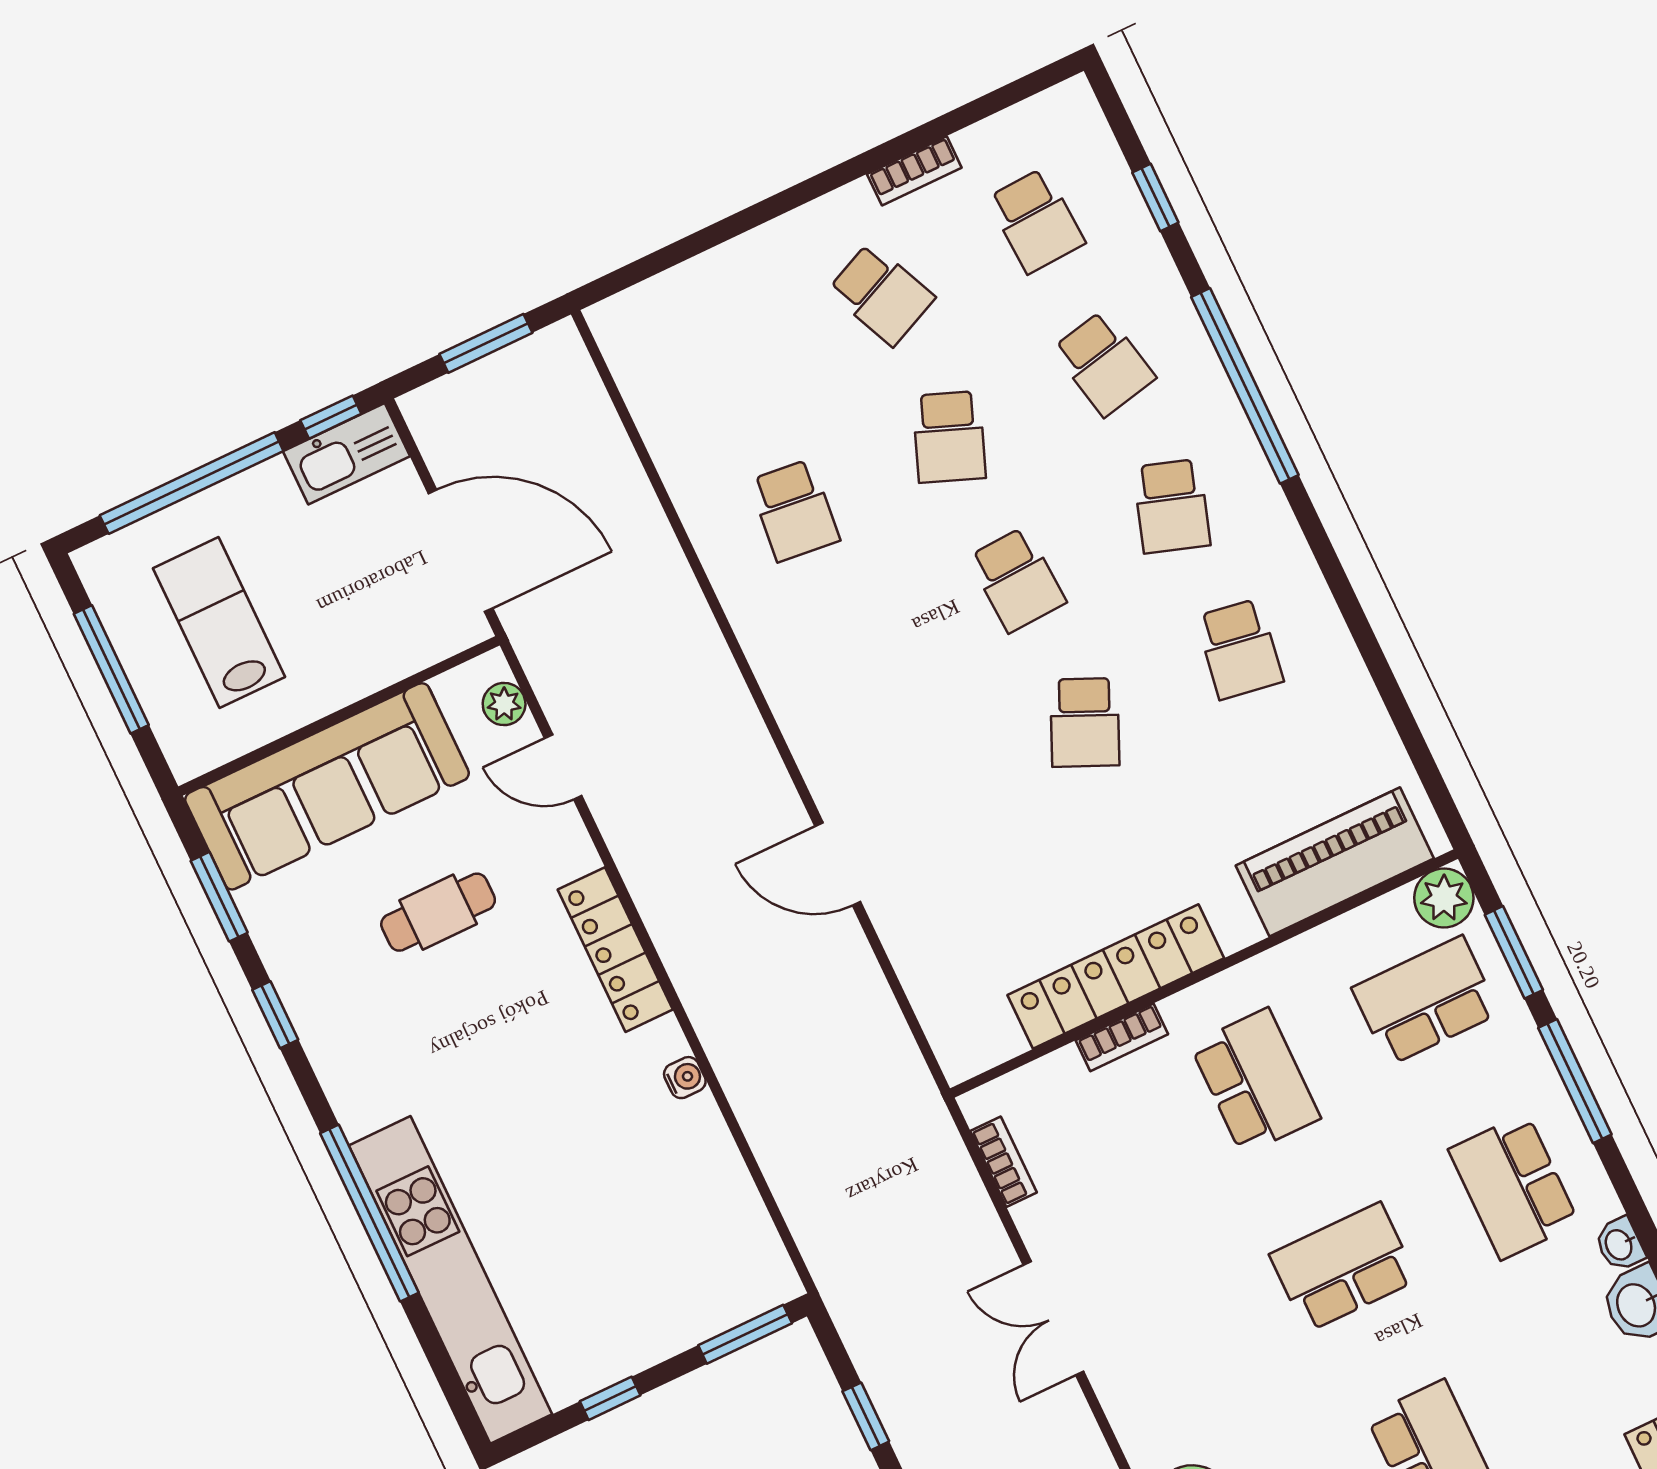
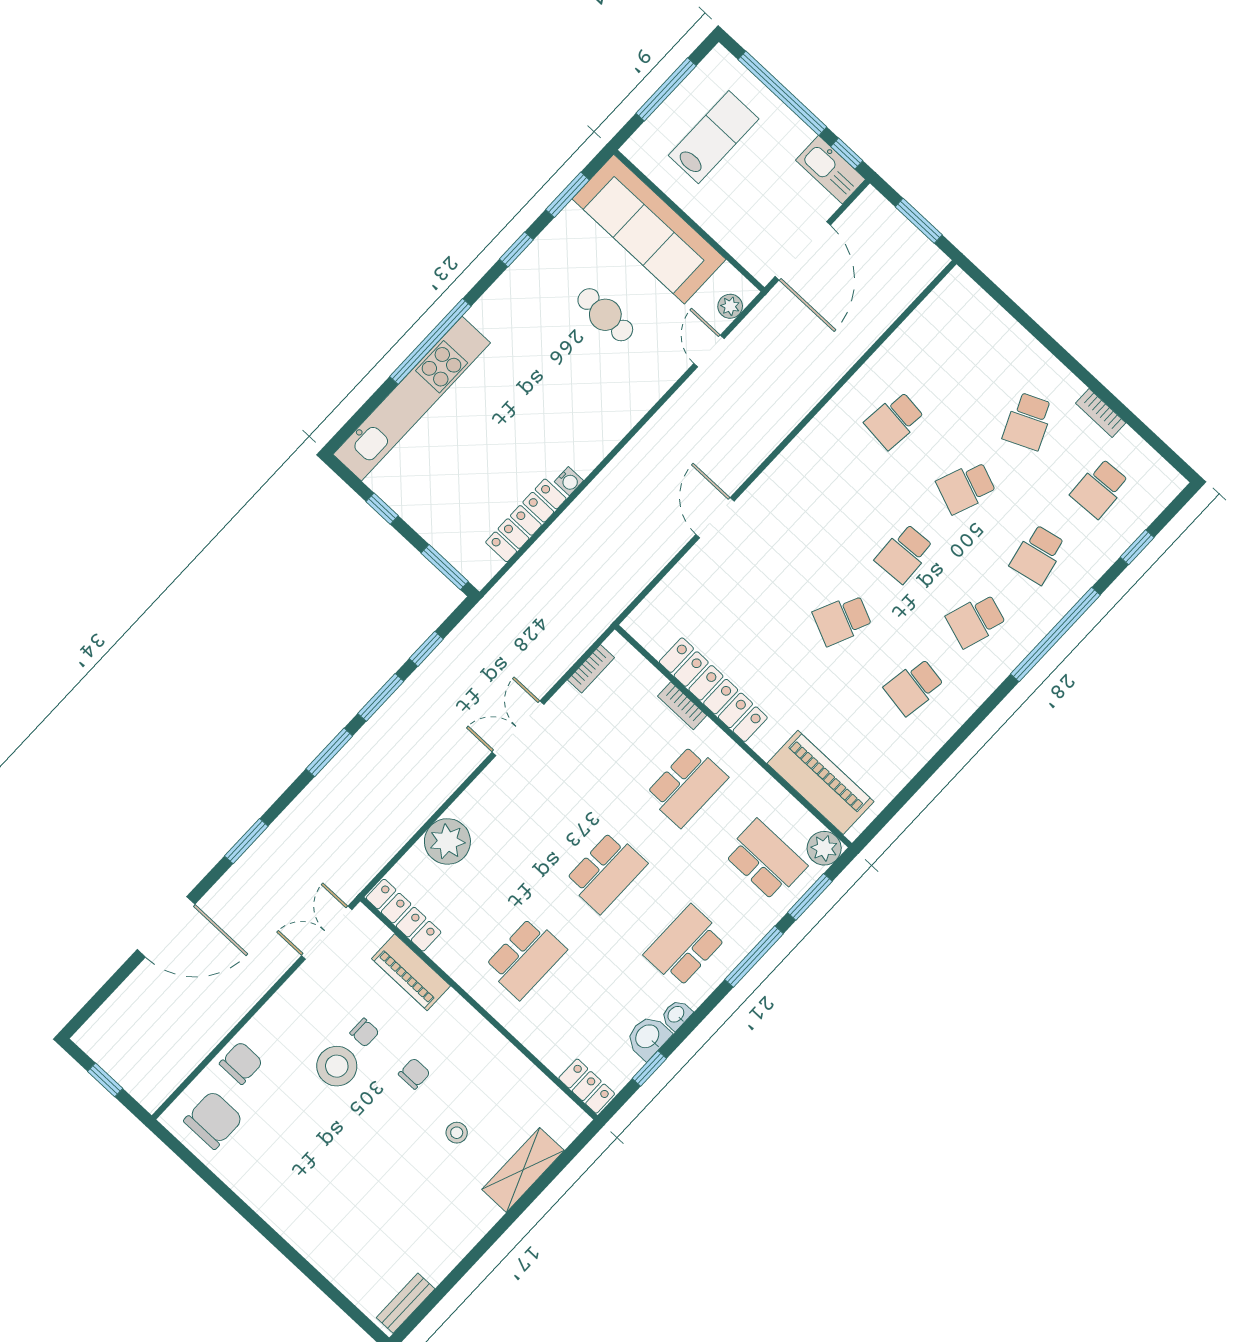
locker: (615, 950) -> (526, 520), moved
school desk: (1343, 1267) -> (606, 872), turned 90

